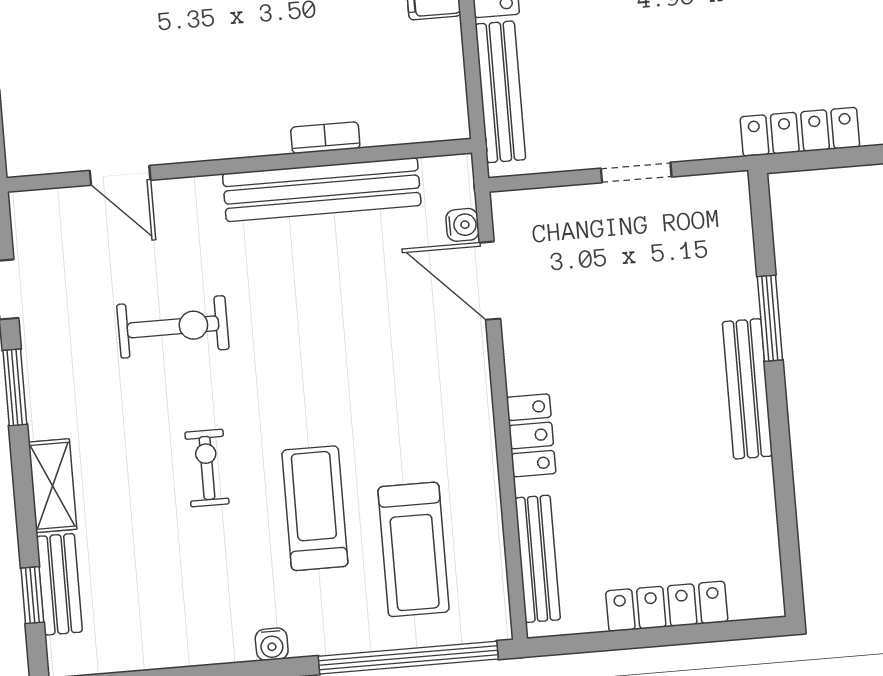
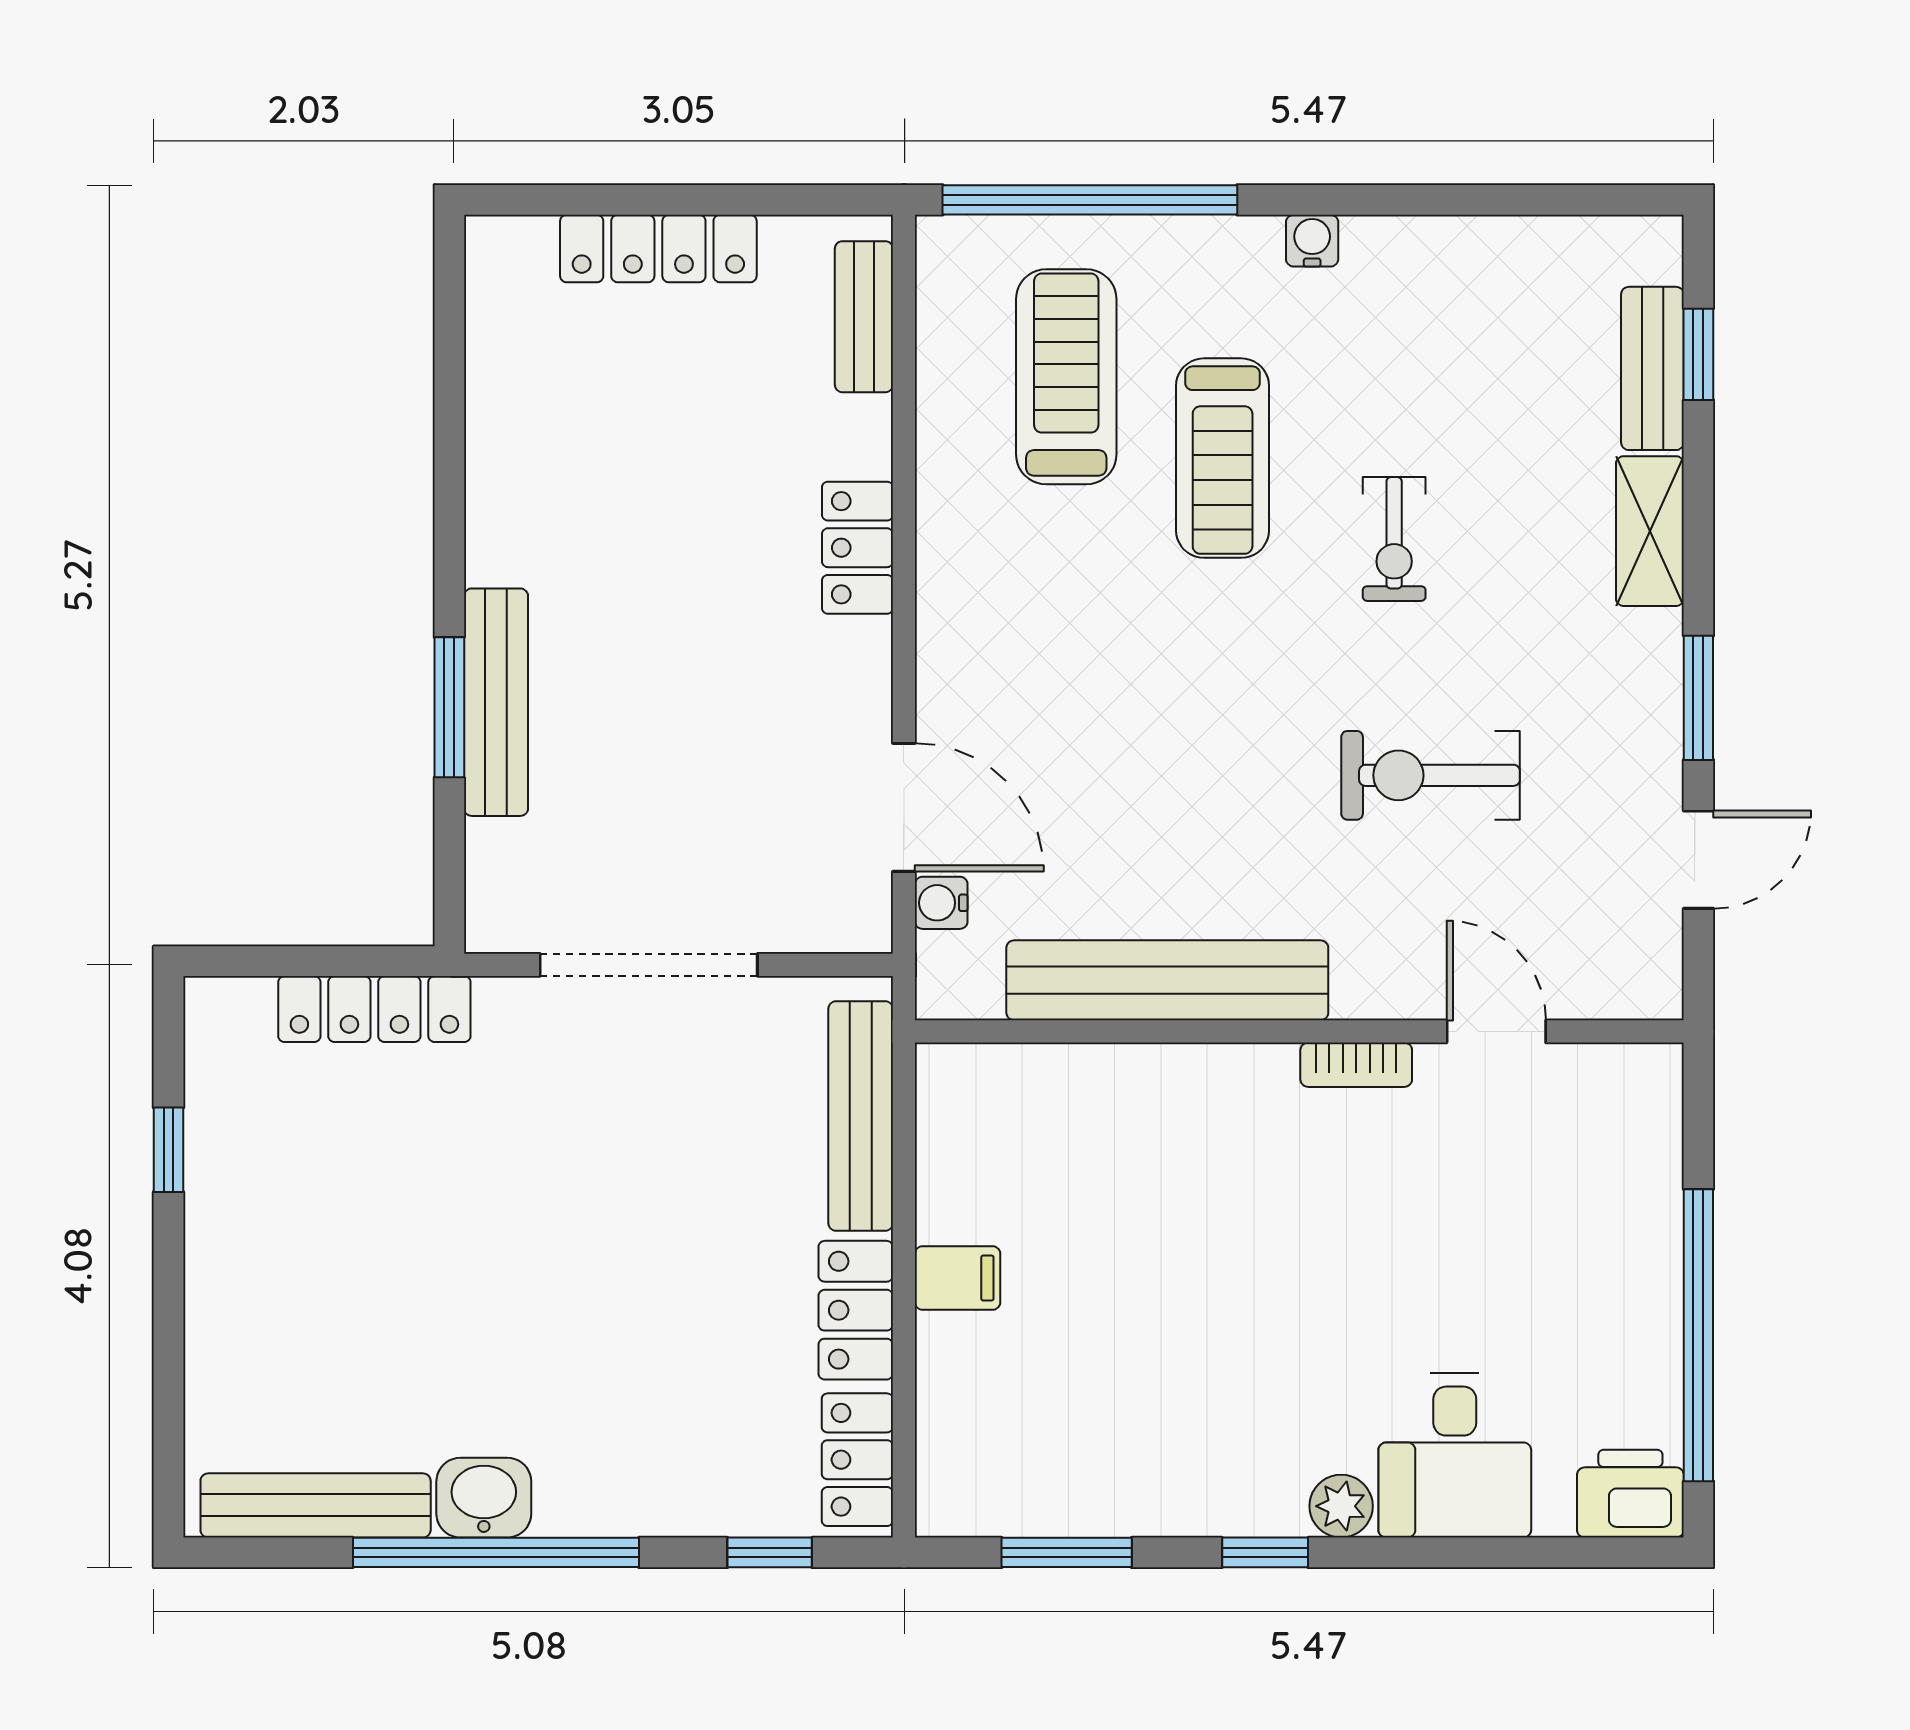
bookcase: (325, 138) -> (1356, 1065), moved
doorway: (636, 173) -> (649, 965), width x1.87
bench: (747, 389) -> (496, 702), moved
bench: (538, 559) -> (864, 317), width x0.73

